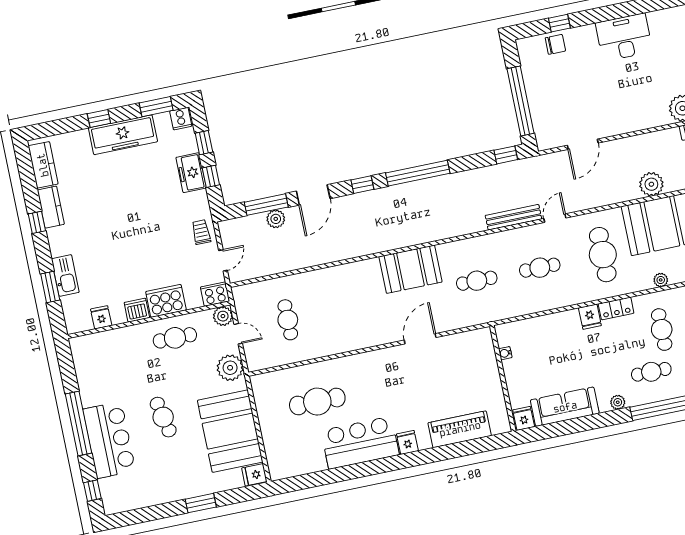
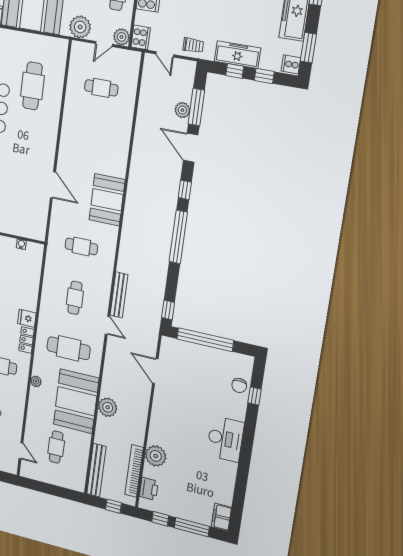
freezer: (191, 173) -> (237, 55), width x1.40
cafe table: (477, 281) -> (81, 246), turned 90

